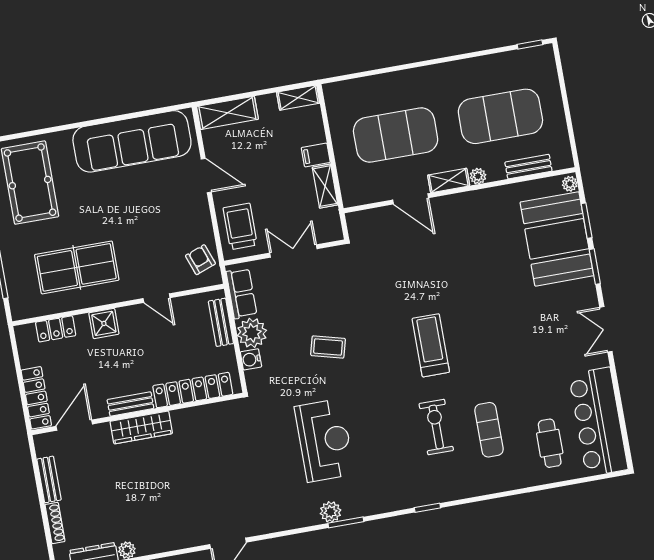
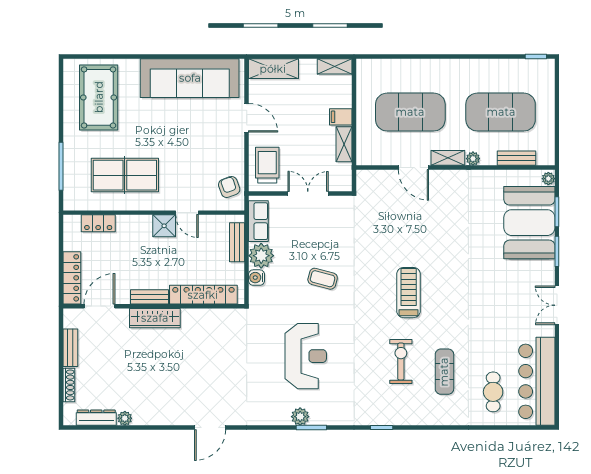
shower: (104, 323) -> (164, 226), moved

